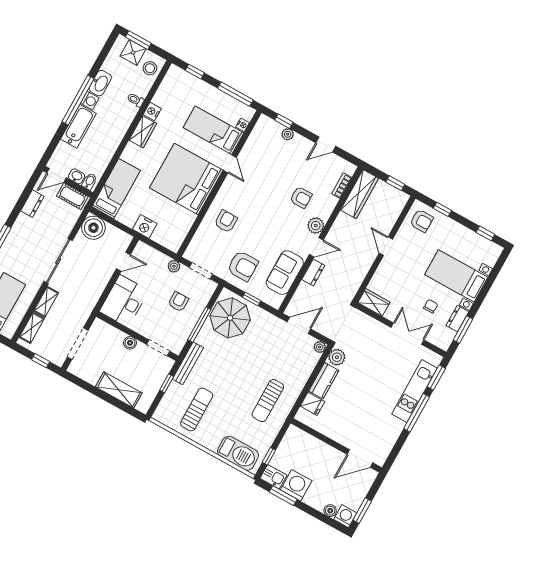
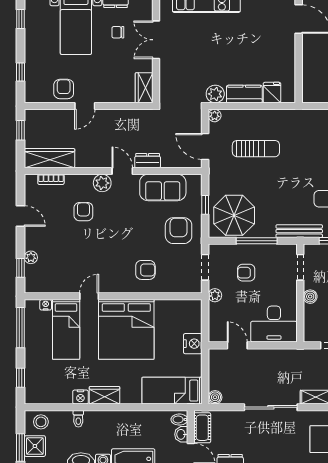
armchair: (226, 221) -> (145, 270), turned 180
armchair: (422, 221) -> (64, 89), moved
boiler: (93, 228) -> (215, 397), width x0.54, depth x0.54
sun lounger: (268, 401) -> (256, 149), moved

